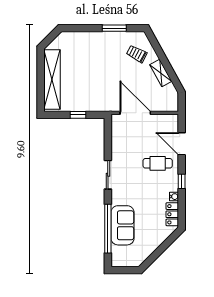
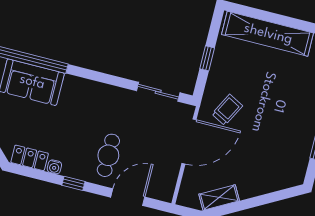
trolley: (137, 54) -> (227, 110), moved
shelving: (161, 73) -> (219, 198), moved
sliding door: (108, 175) -> (158, 92), moved

